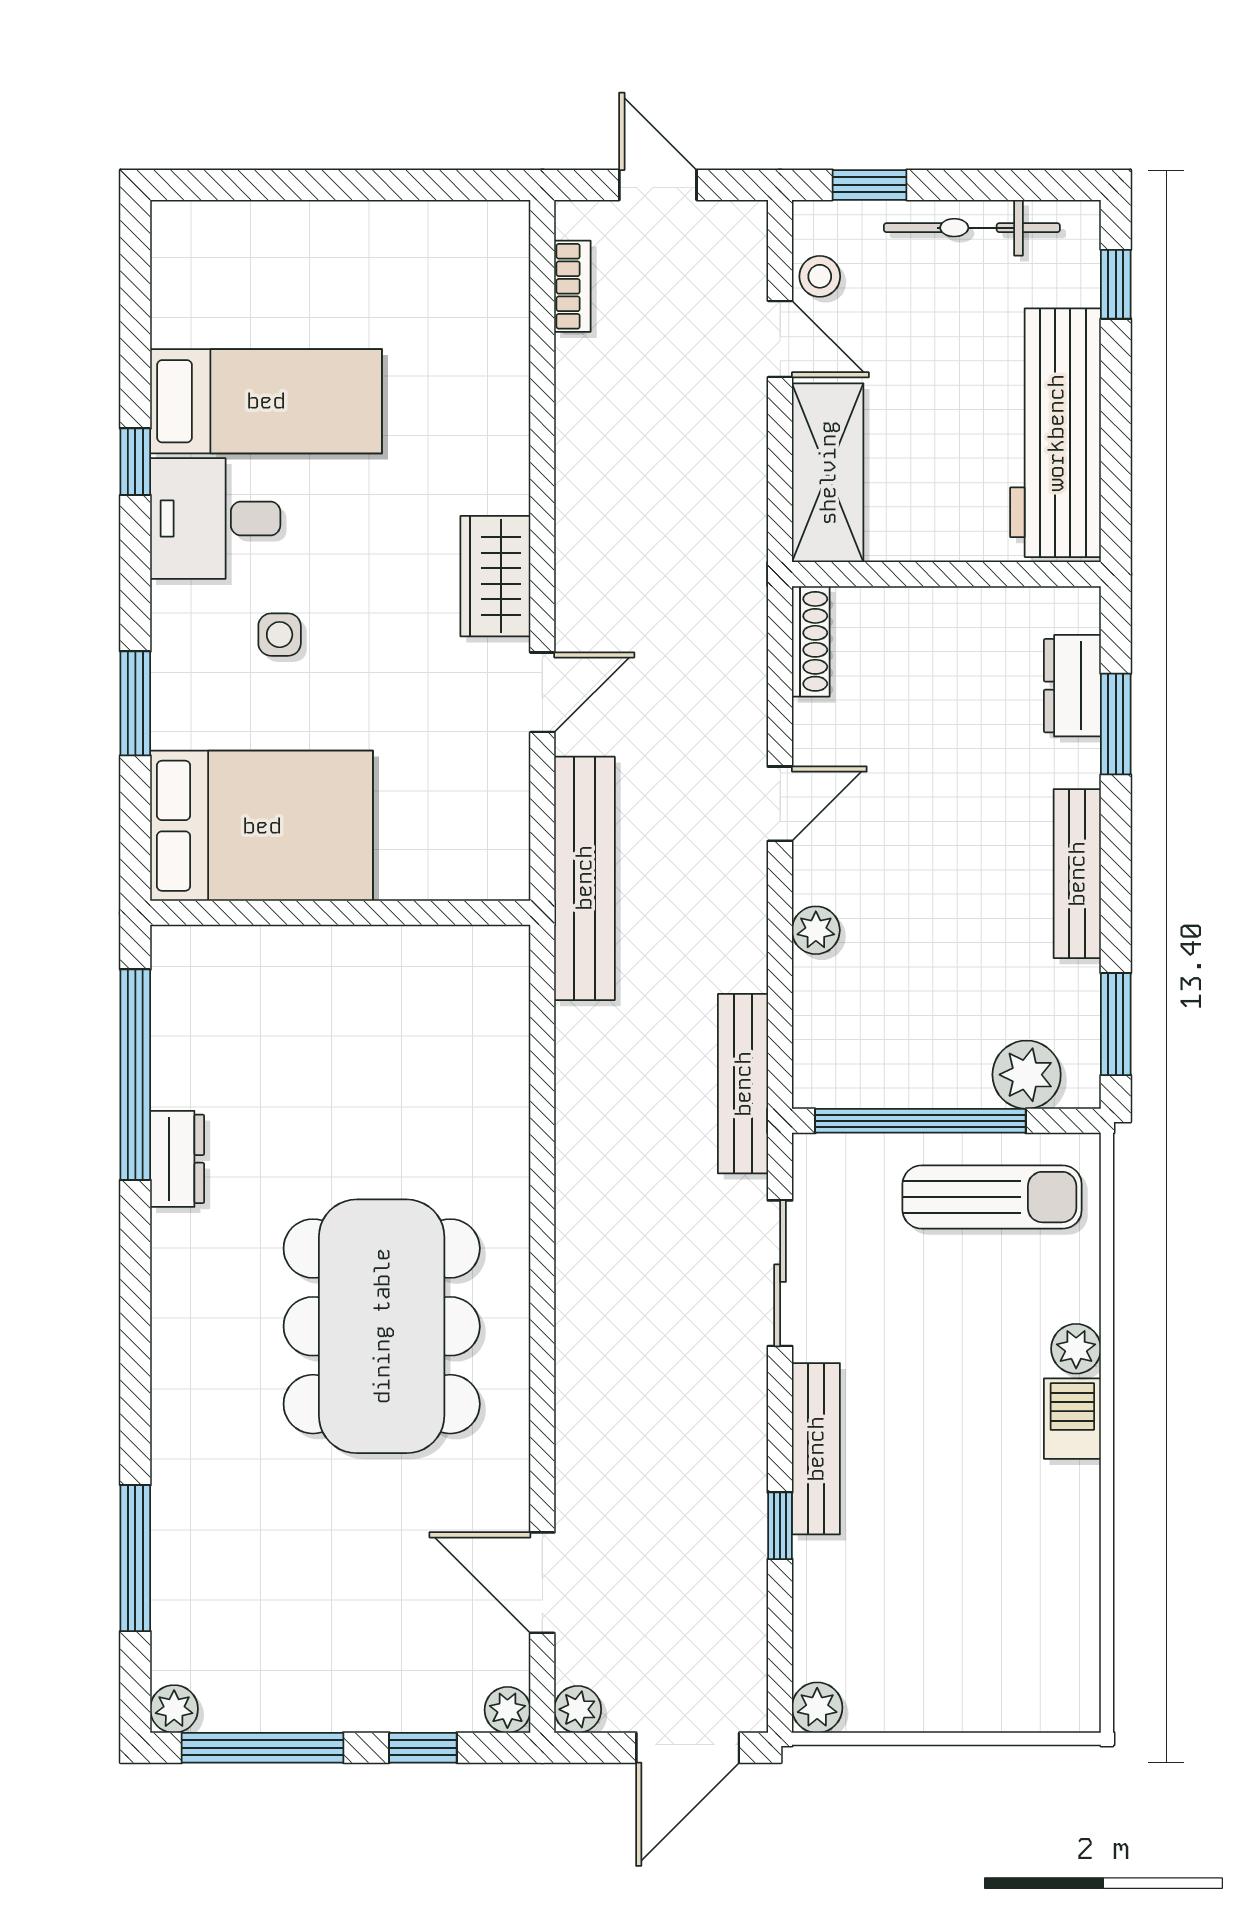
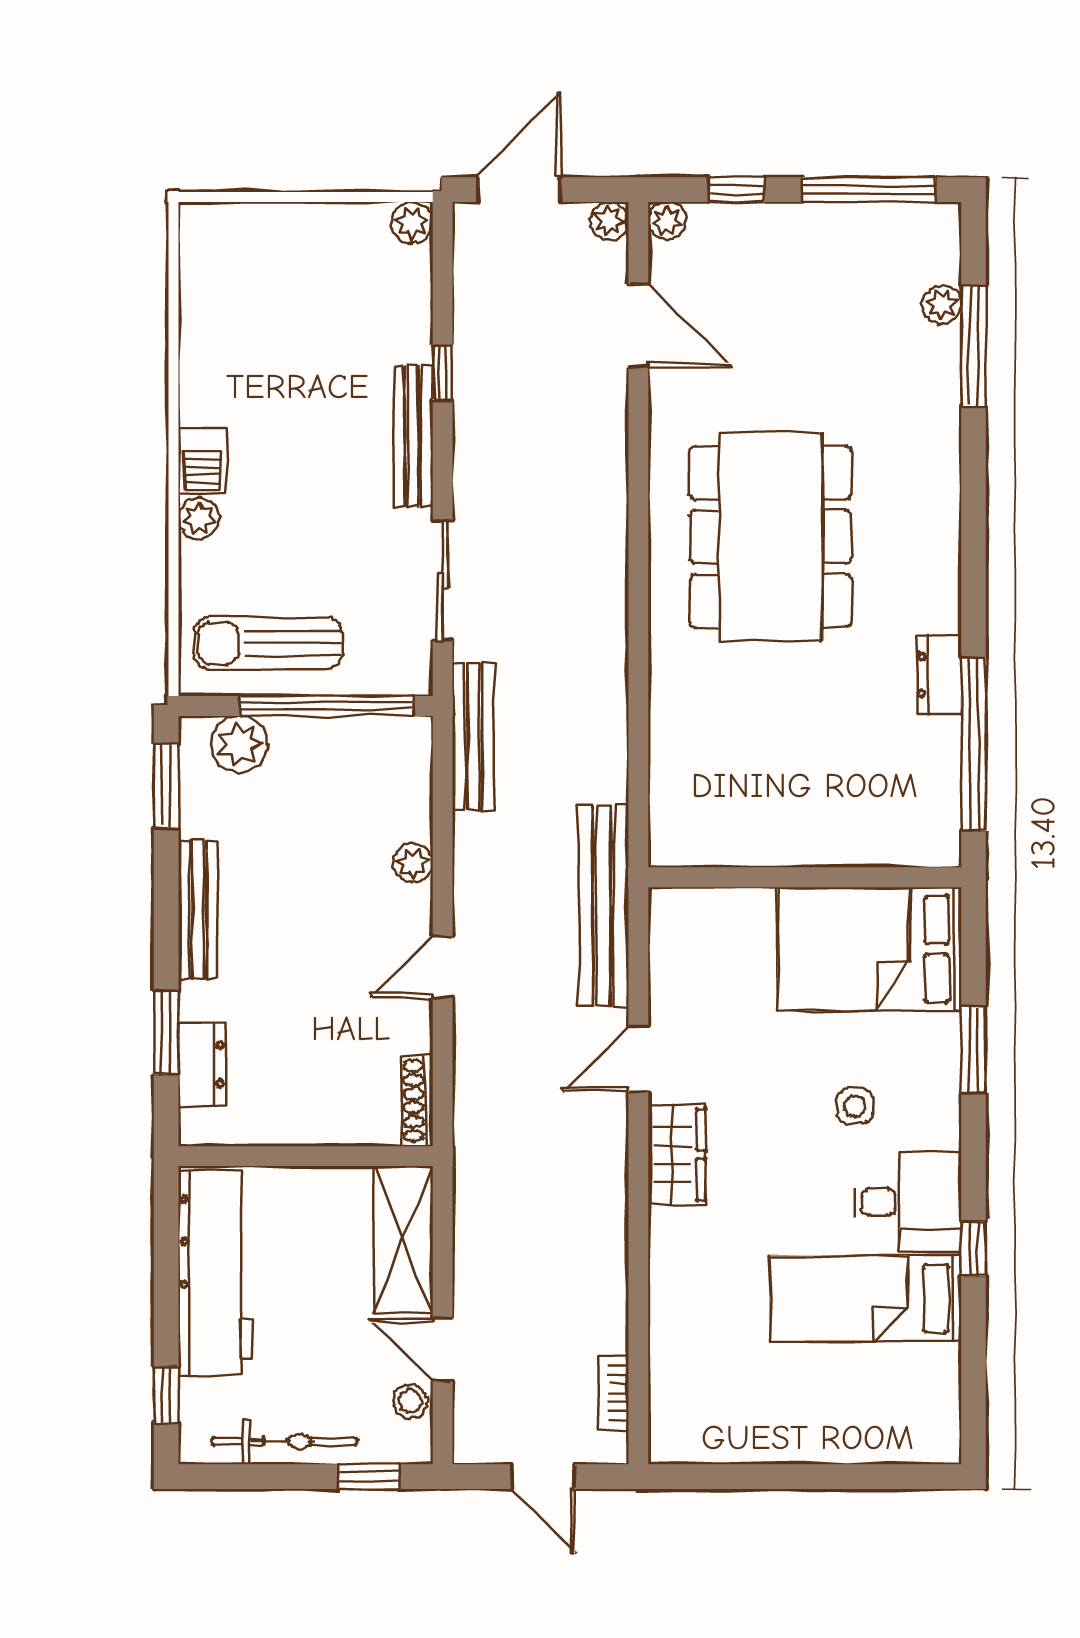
plant: (174, 1709) -> (942, 305), moved

